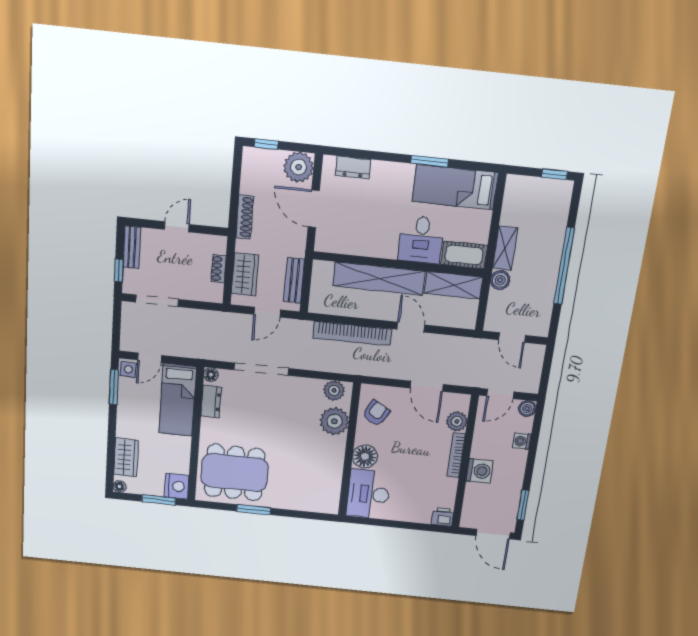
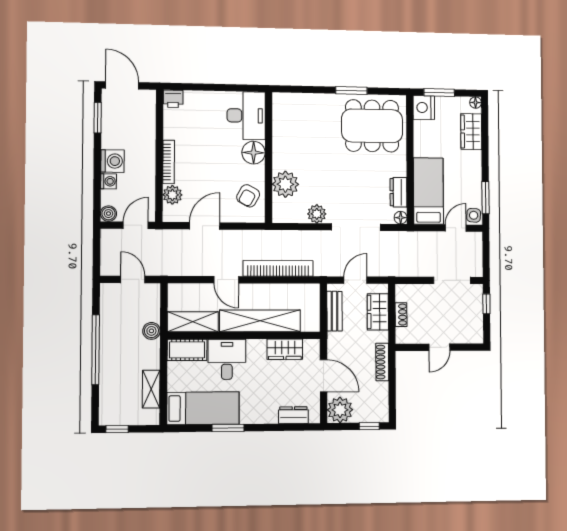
wardrobe: (355, 244) -> (285, 349), added
bench: (132, 247) -> (476, 325), removed
shelving: (505, 248) -> (151, 389), moved
door: (427, 386) -> (205, 226), hinge flipped
plant: (334, 390) -> (317, 214), moved
washing machine: (480, 471) -> (113, 161), moved, turned 180

